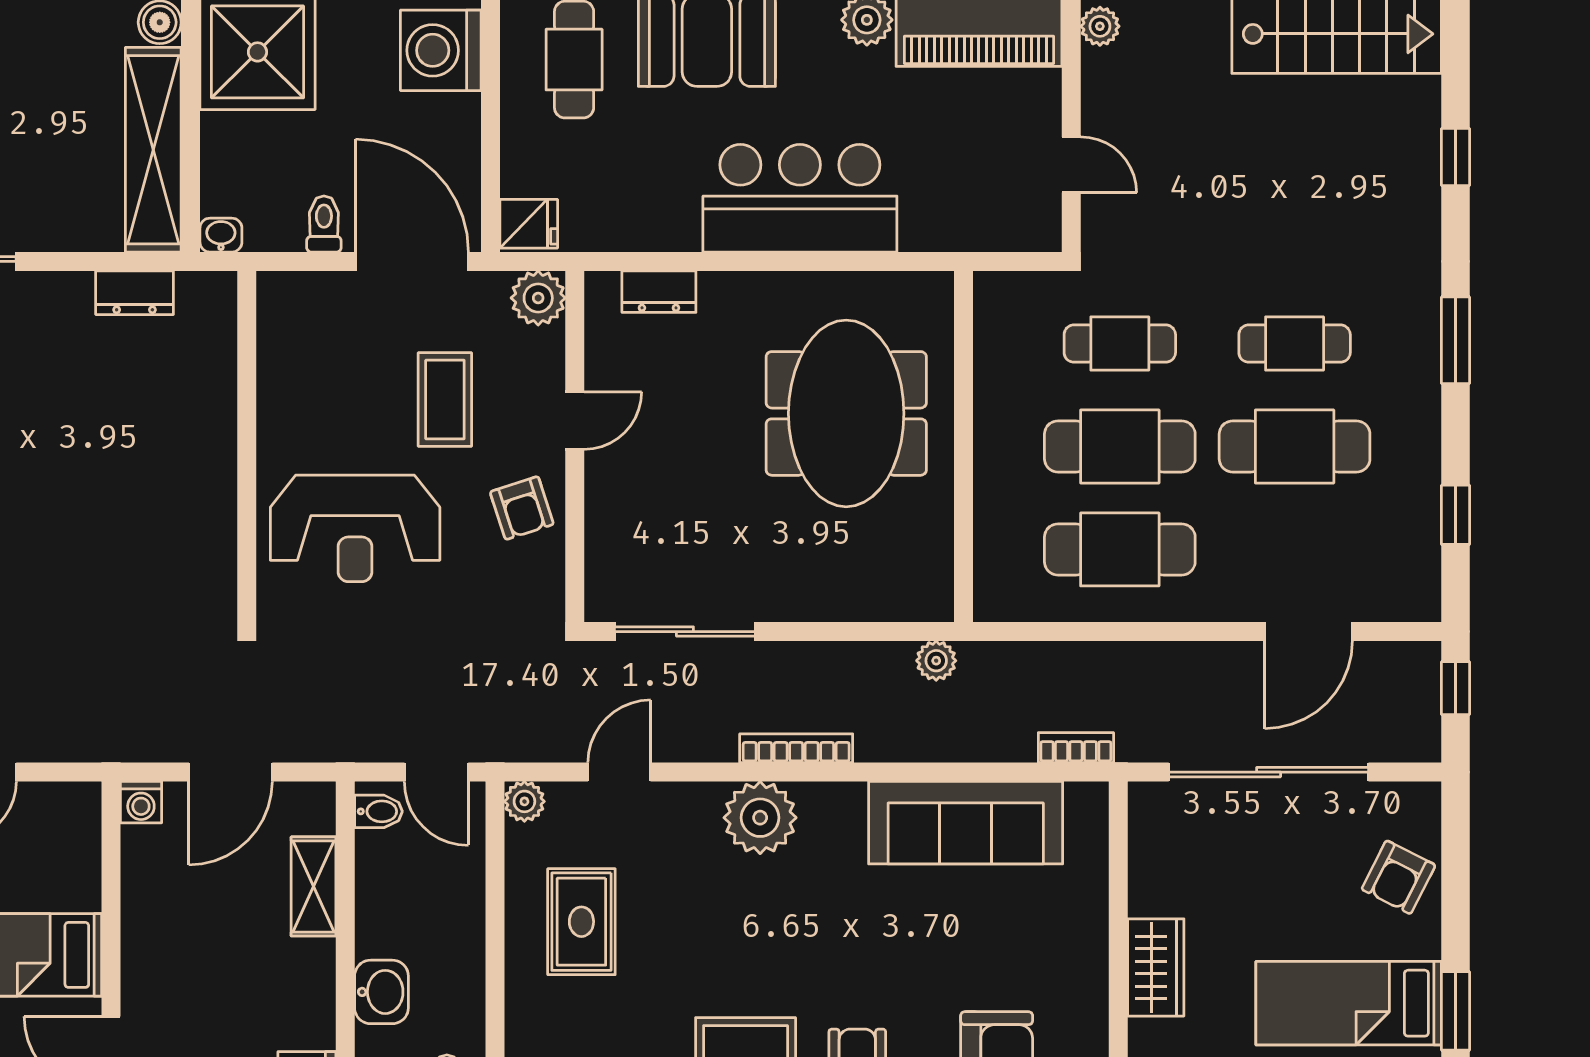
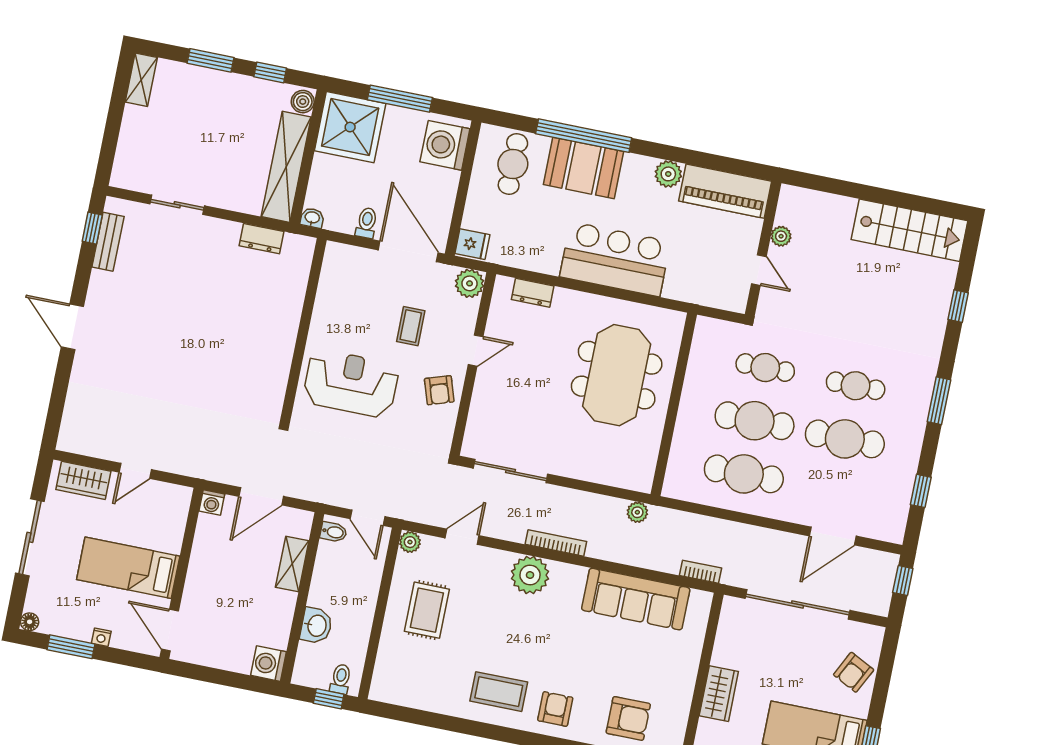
plant: (1100, 26) -> (781, 236), moved
coffee table: (445, 400) -> (411, 326), width x0.73, depth x0.77
reception desk: (355, 528) -> (351, 383), turned 180

